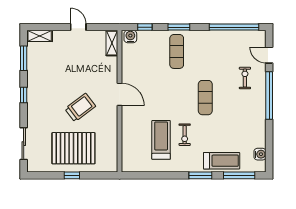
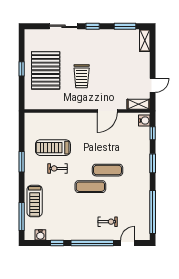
door: (78, 27) -> (153, 85), moved
exercise mat: (177, 51) -> (108, 170), moved
door: (120, 94) -> (107, 111), moved
trolley: (80, 108) -> (82, 76), turned 37
window: (269, 135) -> (57, 243), added
treadmill: (161, 140) -> (53, 148), turned 180
sliding door: (24, 144) -> (63, 26), moved
window: (200, 175) -> (22, 162), moved

